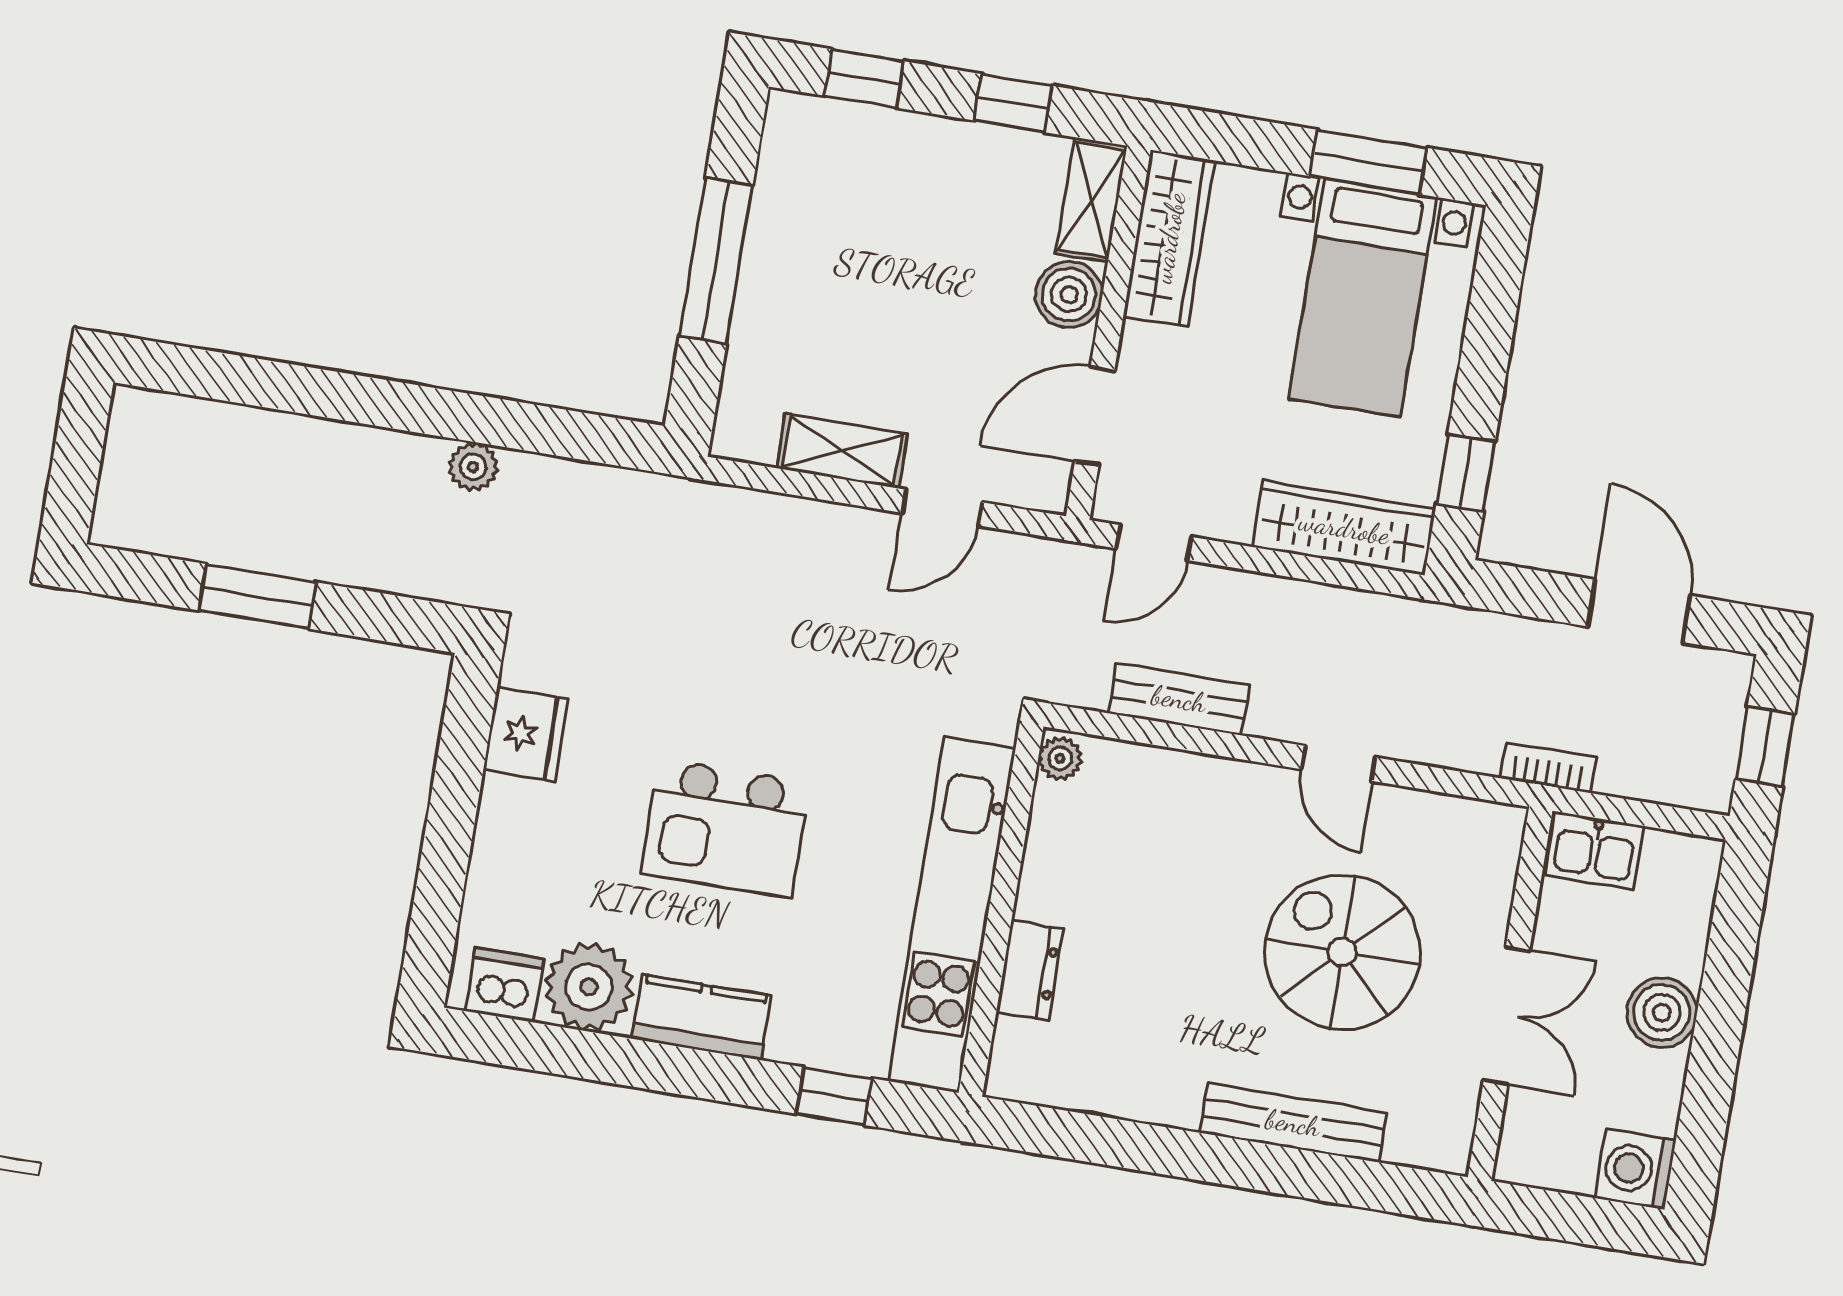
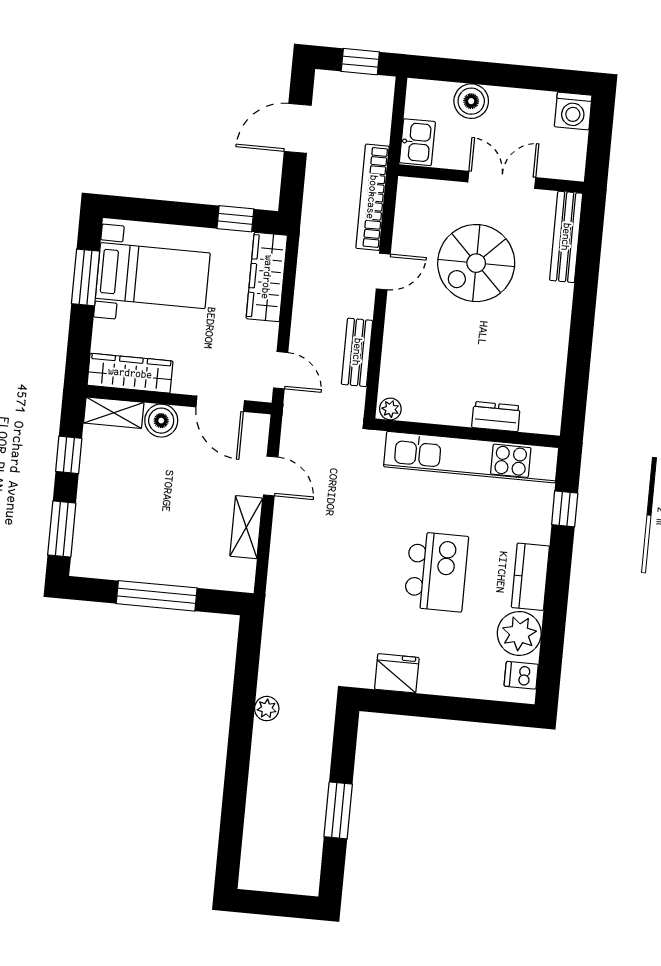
window: (864, 79) -> (62, 529), width x1.50
bookcase: (1548, 768) -> (372, 197), width x2.31, depth x1.31
dishwasher: (504, 985) -> (521, 675), width x0.73
boiler: (1662, 1013) -> (471, 101), moved
bench: (1293, 1123) -> (566, 237), moved

